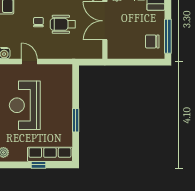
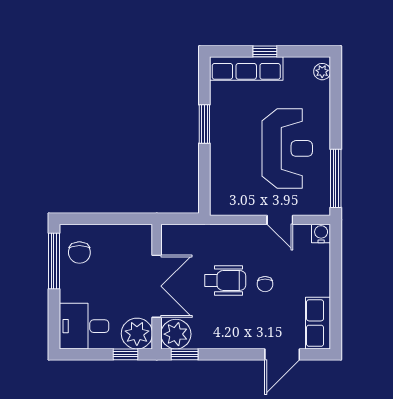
chair: (152, 41) -> (79, 253), turned 90

